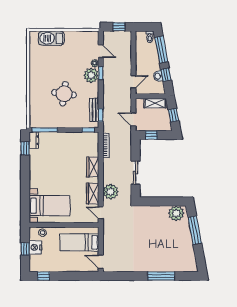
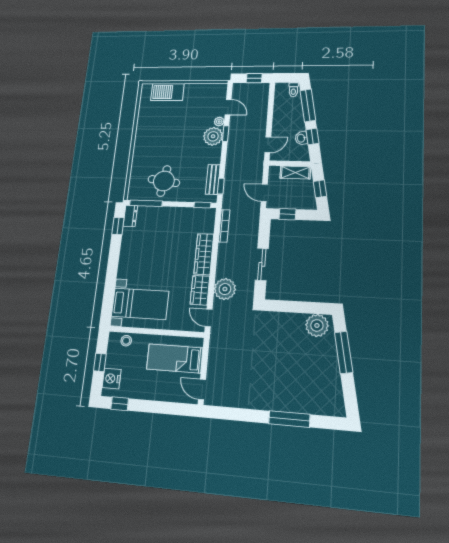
round table: (64, 94) -> (164, 181), moved
wardrobe: (93, 167) -> (204, 254), width x1.50
nightstand: (35, 247) -> (112, 379), moved

